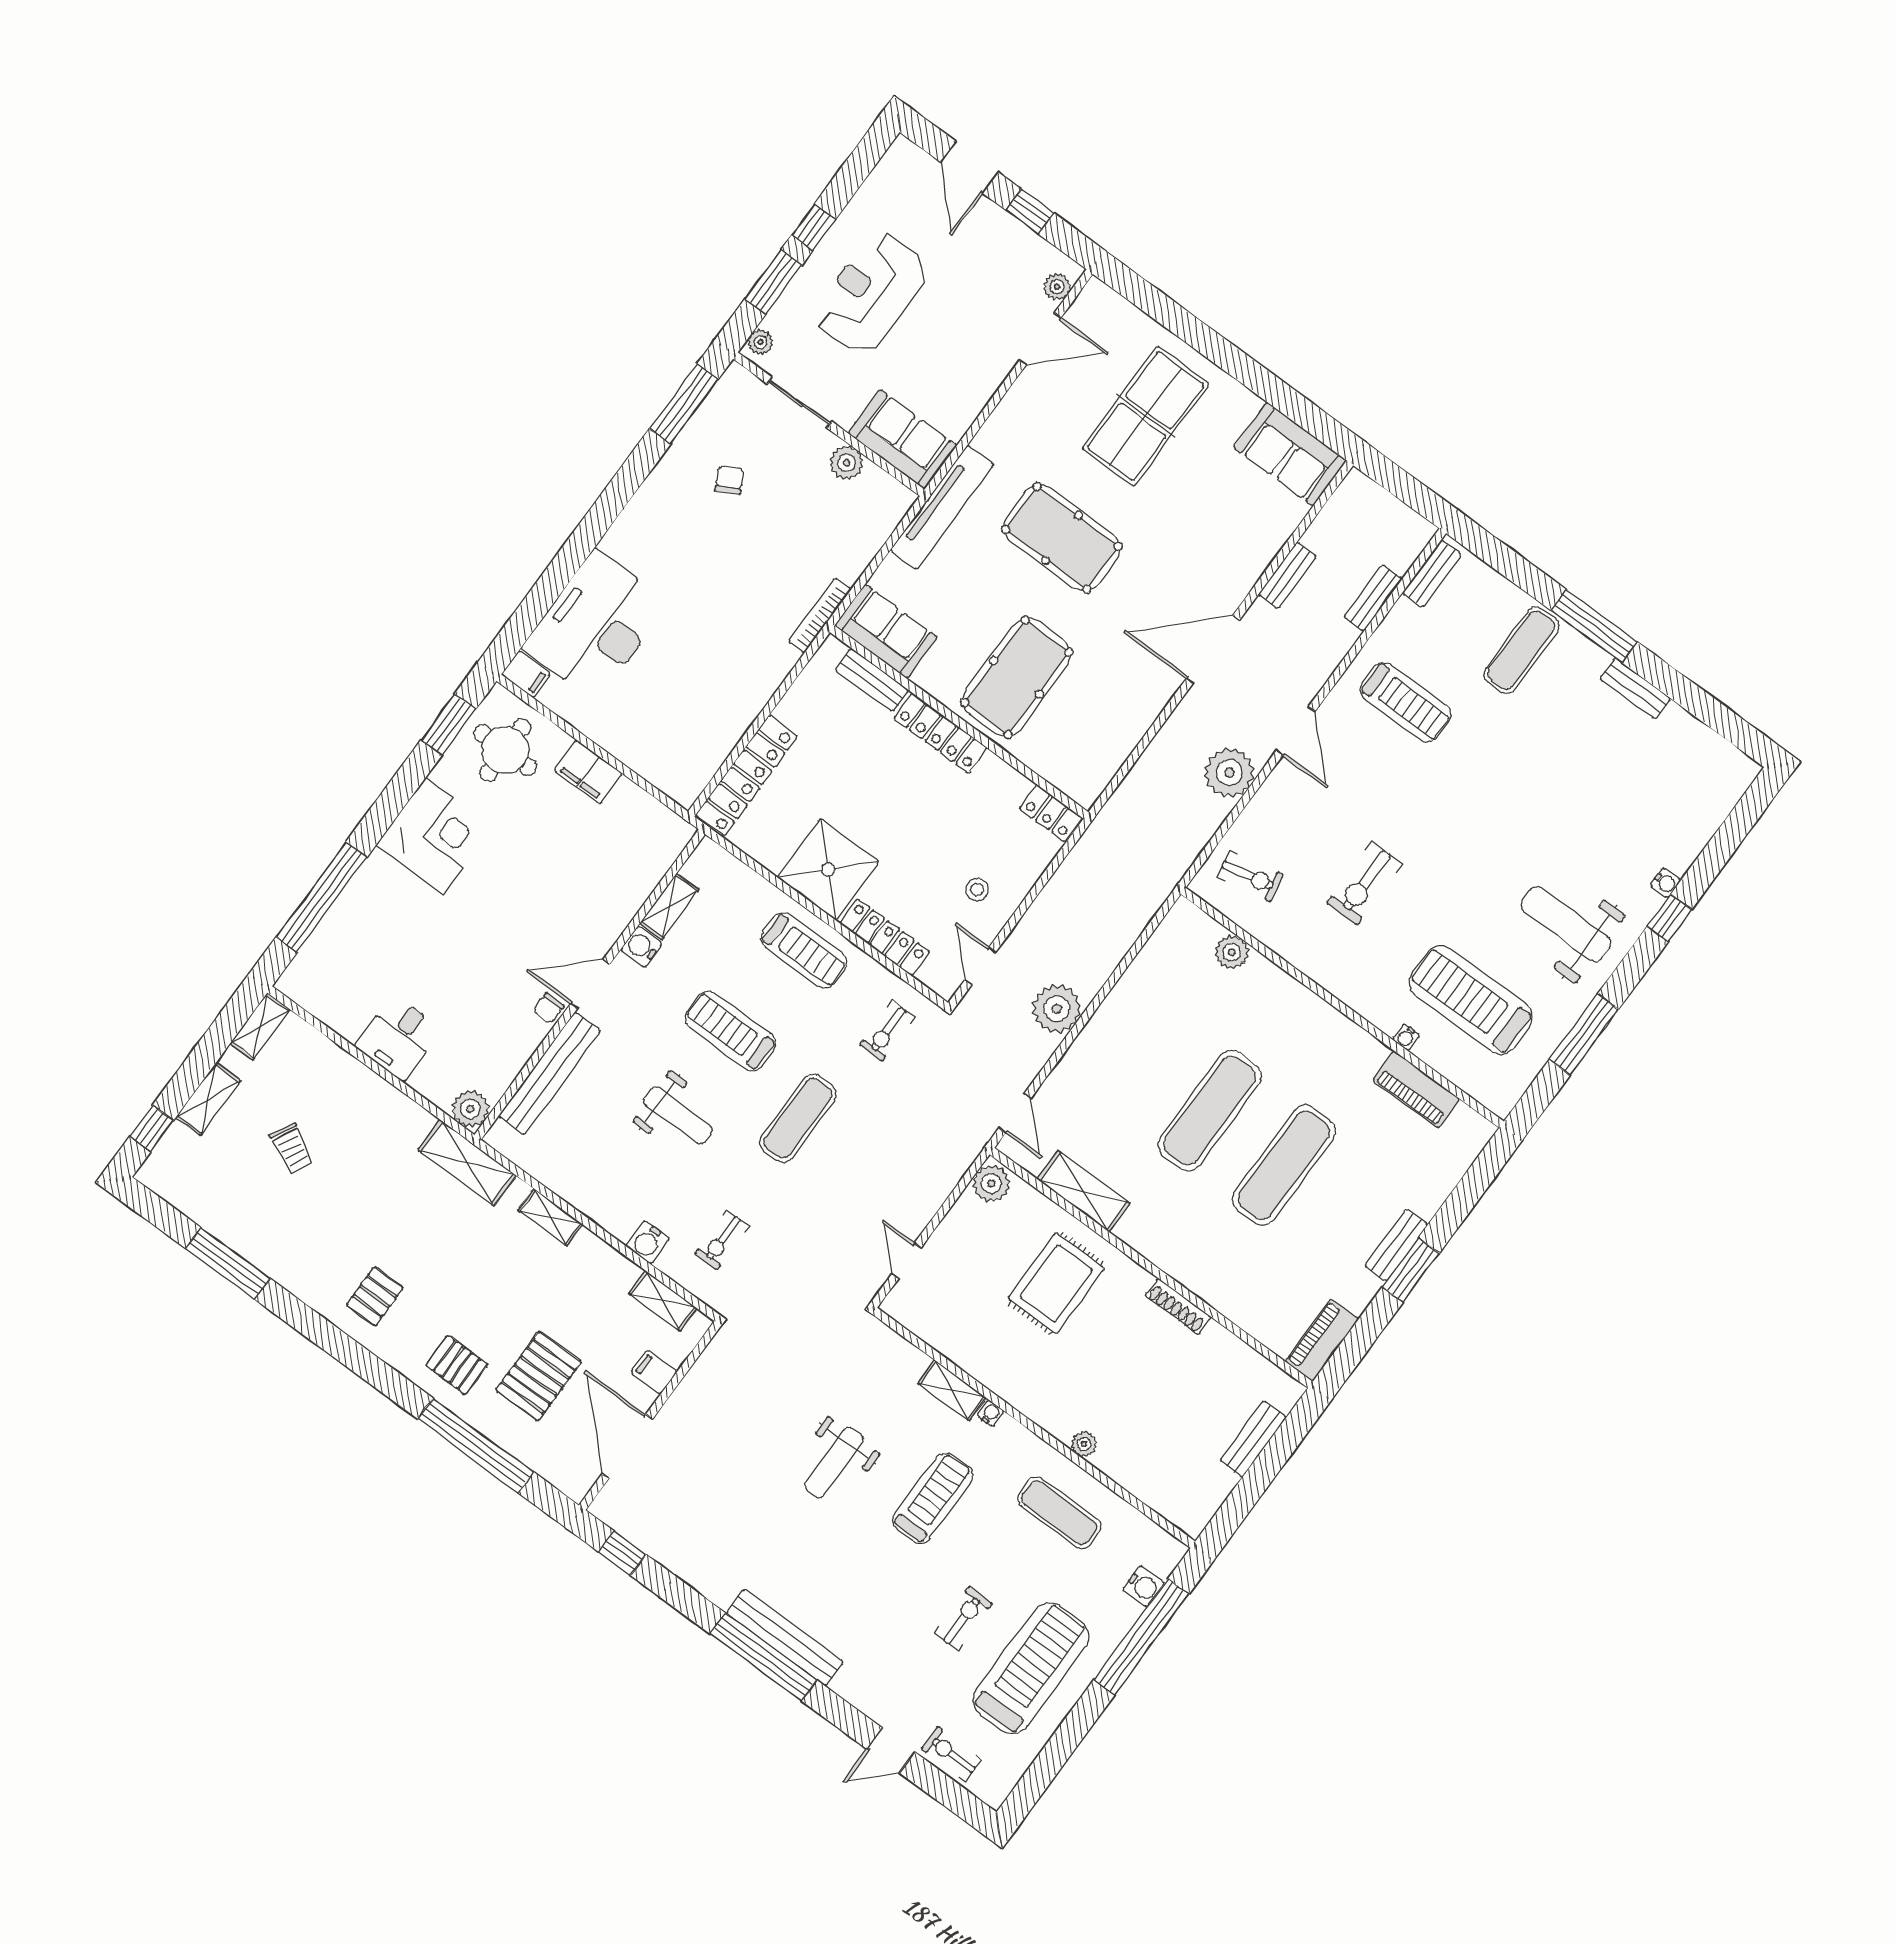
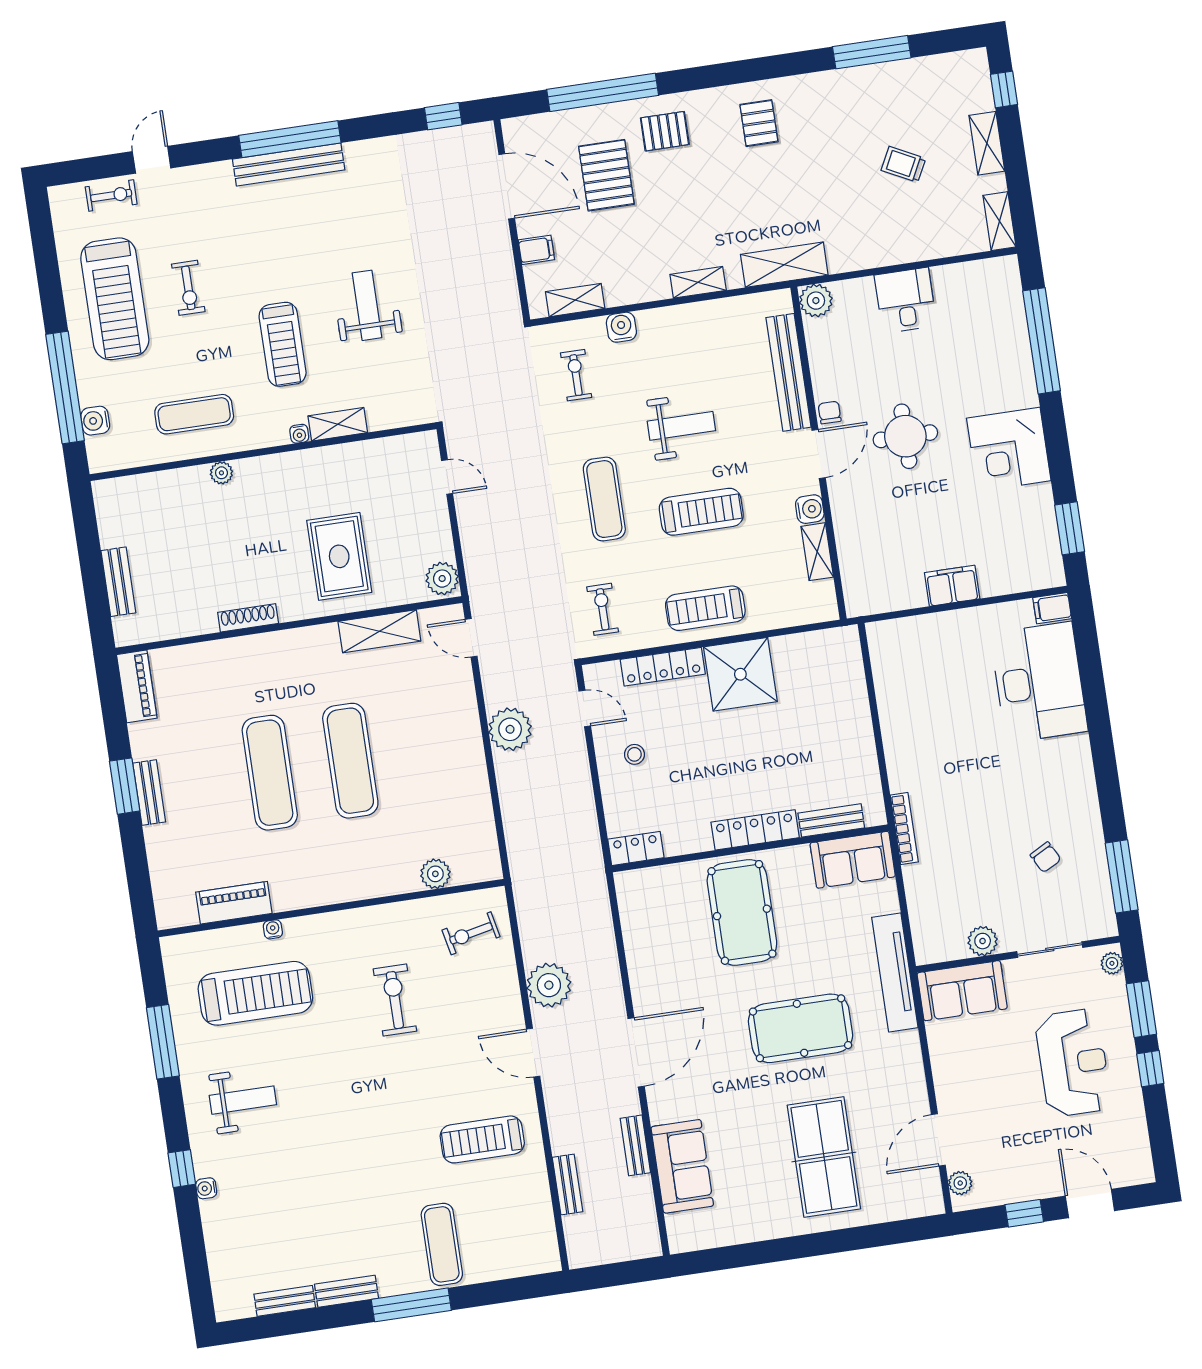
sofa: (1290, 454) -> (682, 1166), moved, turned 90
bench: (1432, 574) -> (285, 1301), moved, turned 90
round table: (505, 750) -> (905, 436), moved
locker: (747, 776) -> (850, 682), removed
weight bench: (1566, 924) -> (243, 1100), width x0.73, depth x0.75
weight bench: (678, 1115) -> (681, 426), turned 180

